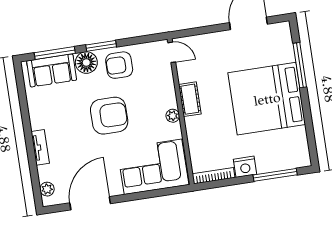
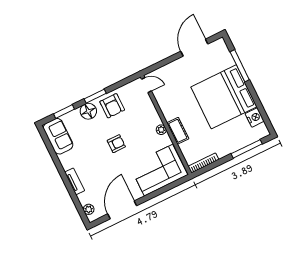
window: (55, 53) -> (64, 111), width x0.69
armchair: (119, 65) -> (112, 106), turned -90
sofa: (52, 70) -> (58, 136), moved, turned -90
cot: (190, 99) -> (178, 131), moved
armchair: (109, 116) -> (116, 144), width x0.53, depth x0.53
nightstand: (245, 167) -> (255, 117), moved, turned -90

